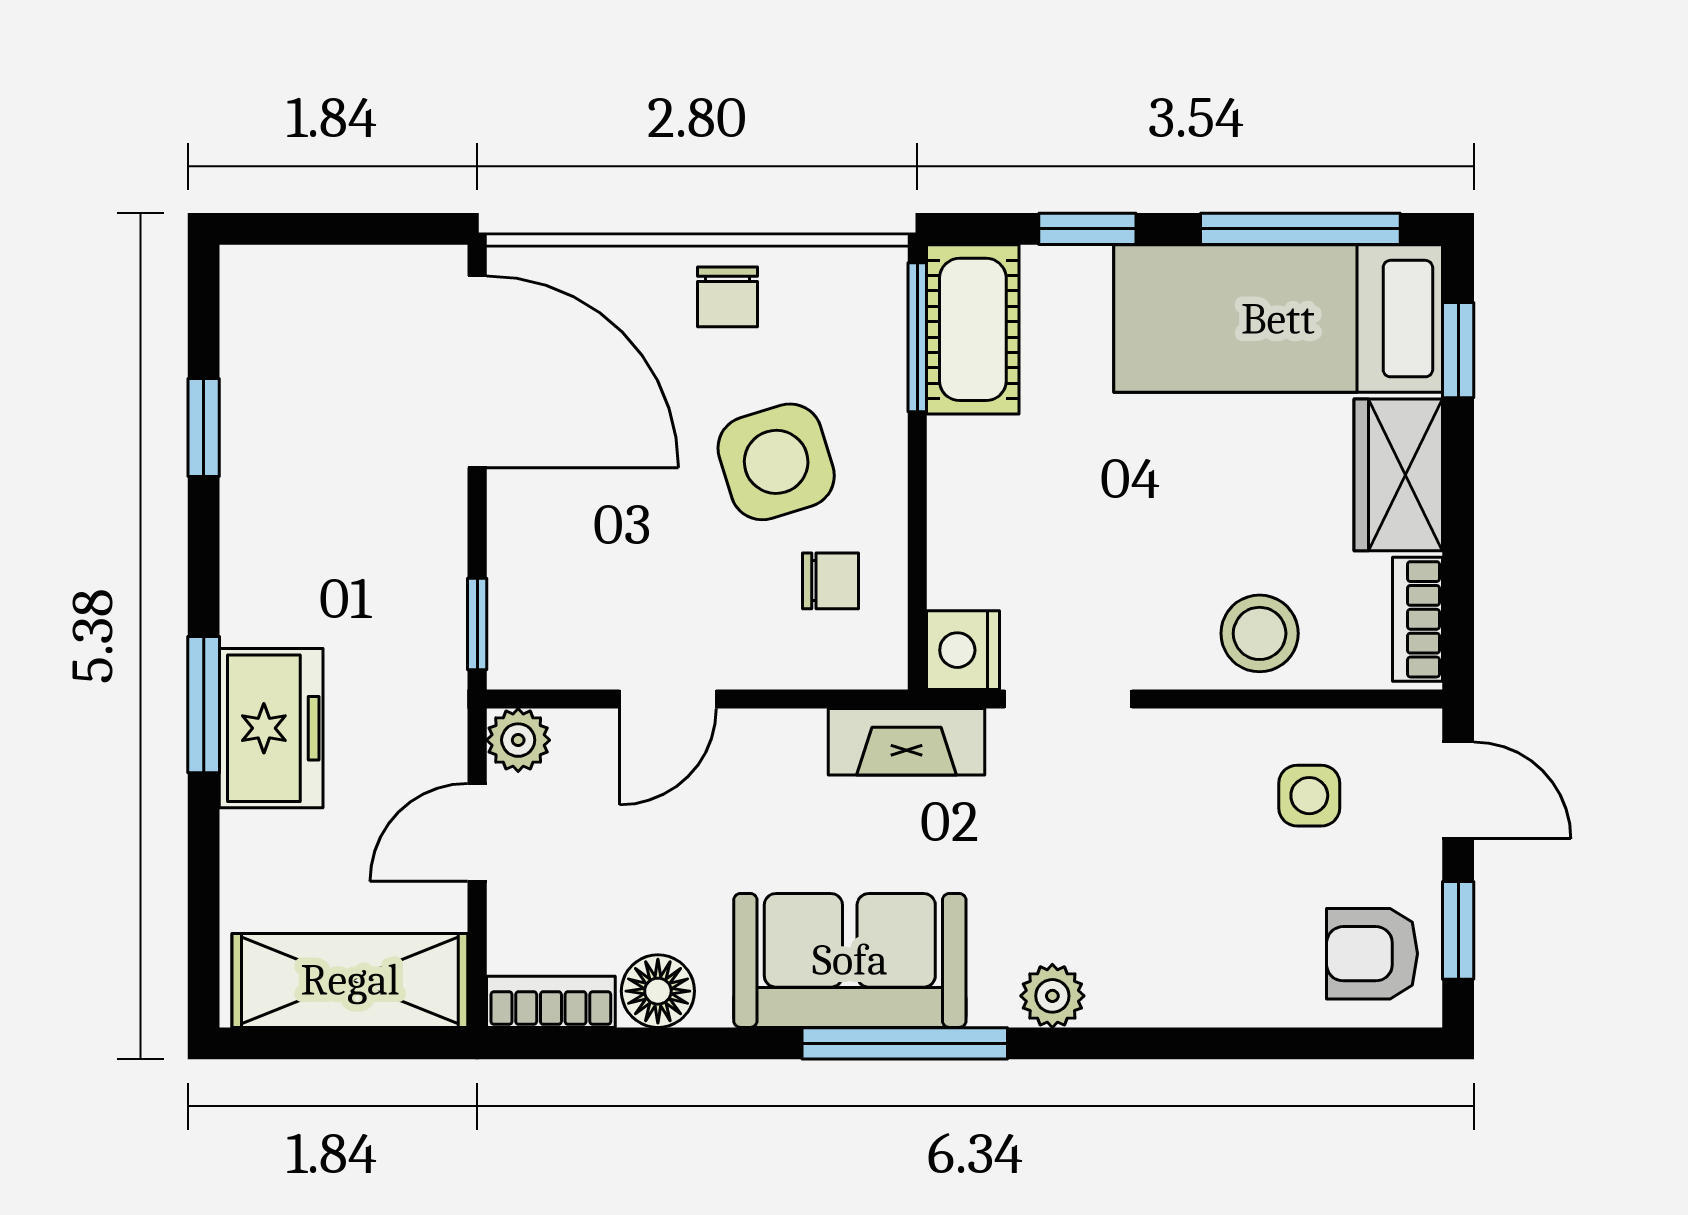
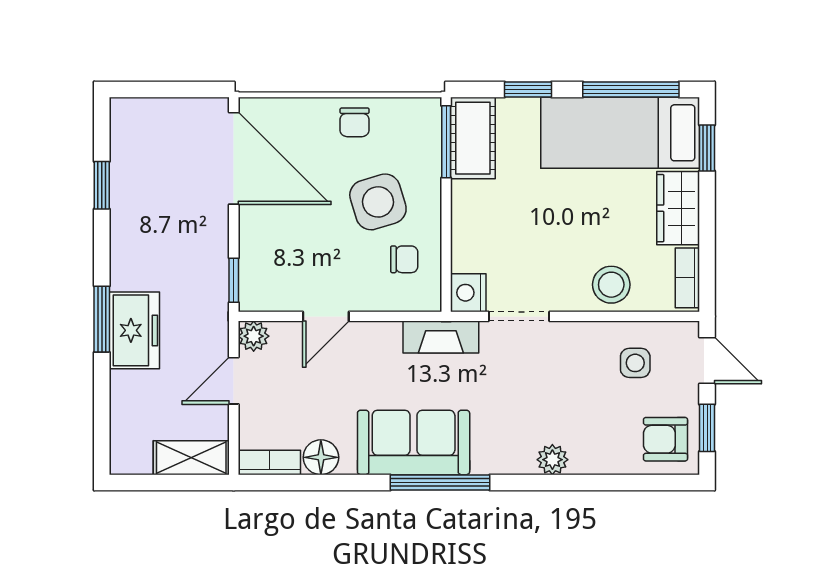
shelving: (350, 980) -> (191, 458), width x0.67, depth x0.75
plant: (1052, 996) -> (552, 460), moved

